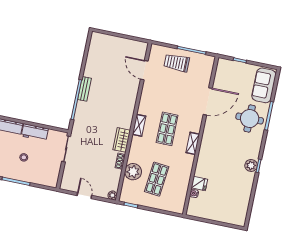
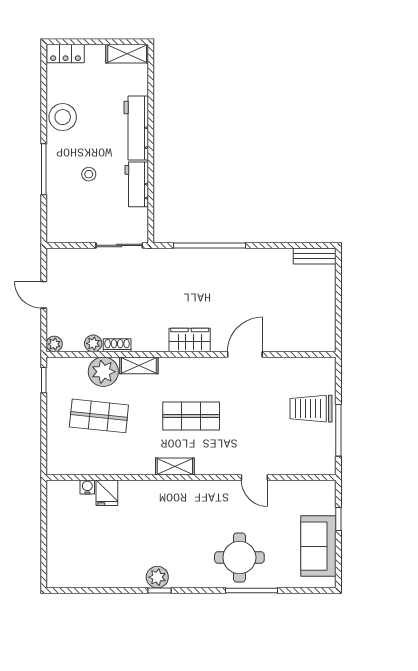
trolley: (177, 63) -> (311, 409), turned -90
door: (144, 70) -> (245, 354), moved
sofa: (264, 85) -> (318, 546), moved, turned -90
bench: (84, 89) -> (315, 256), moved
door: (208, 101) -> (254, 477), width x0.53
shelving: (139, 125) -> (139, 365), moved
wardrobe: (122, 140) -> (190, 340), moved
plant: (117, 174) -> (93, 343), added
door: (84, 195) -> (44, 295), swing flipped

